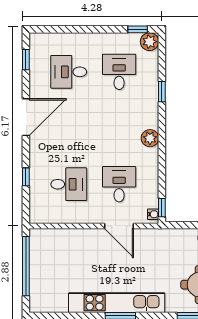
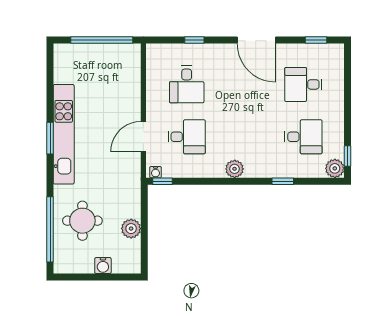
desk: (69, 72) -> (303, 84), turned -90

